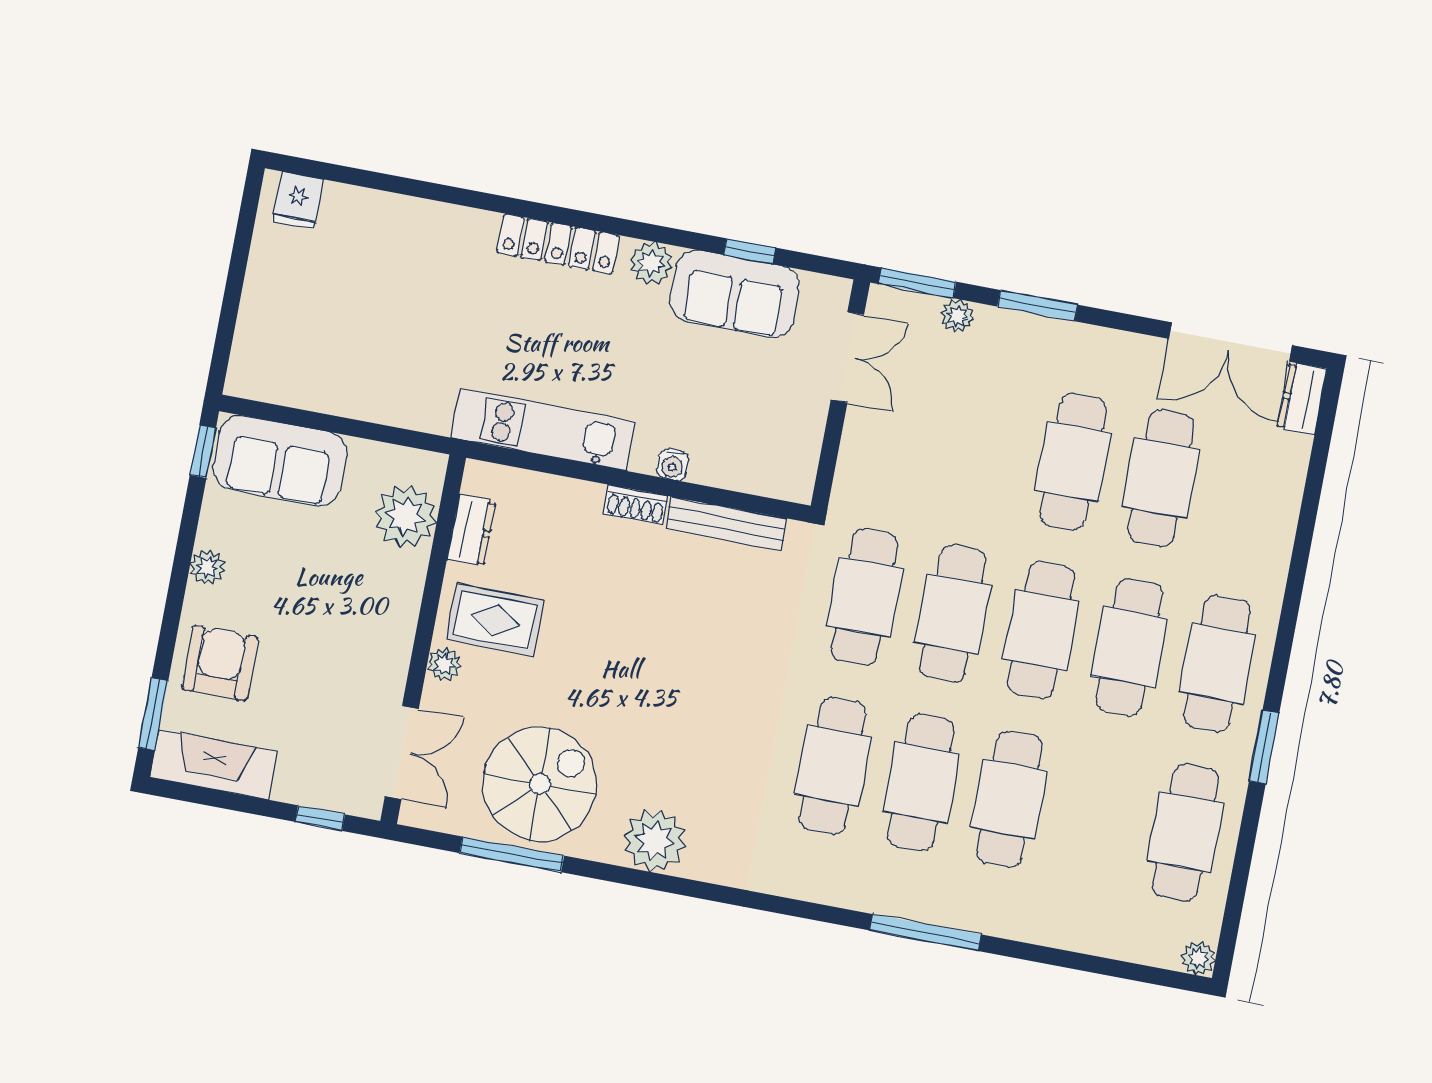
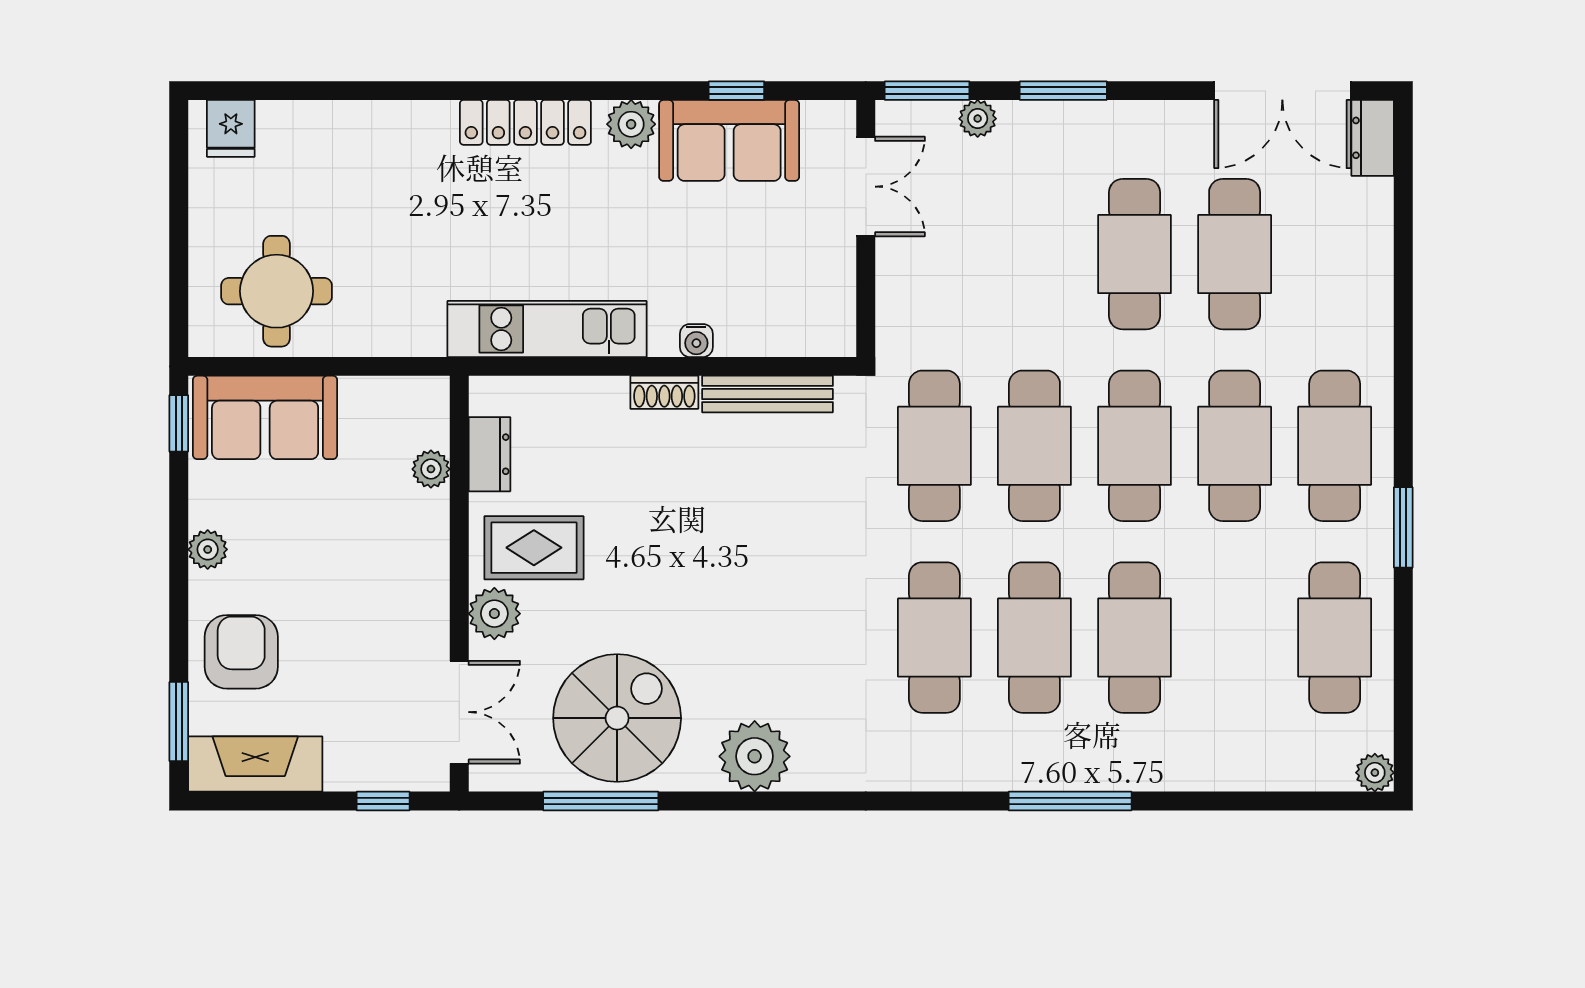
round table: (311, 351) -> (277, 291), added
plant: (406, 516) -> (431, 469), width x0.53, depth x0.53
plant: (444, 664) -> (494, 614), width x1.38, depth x1.38

